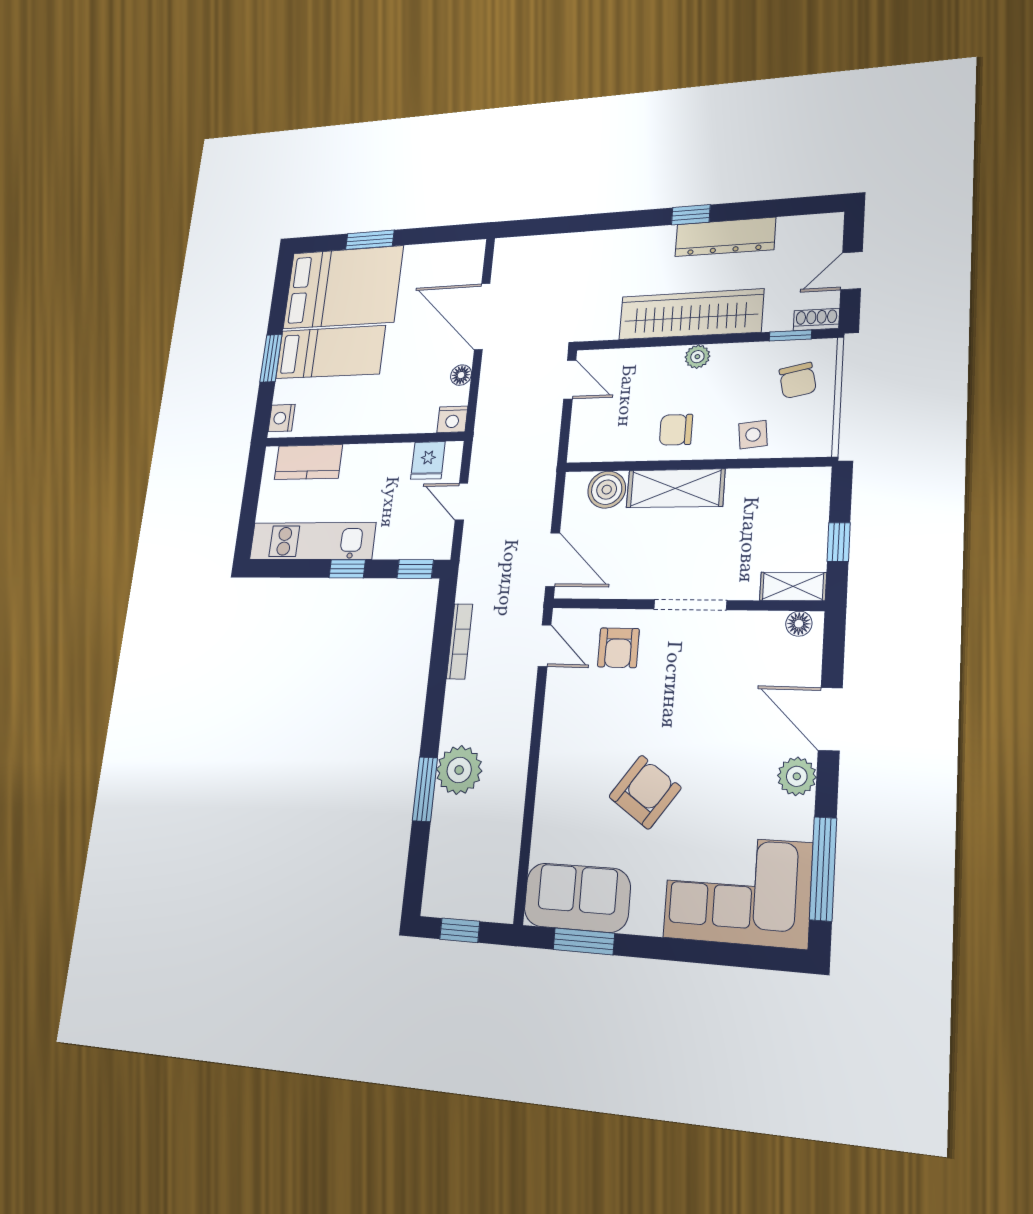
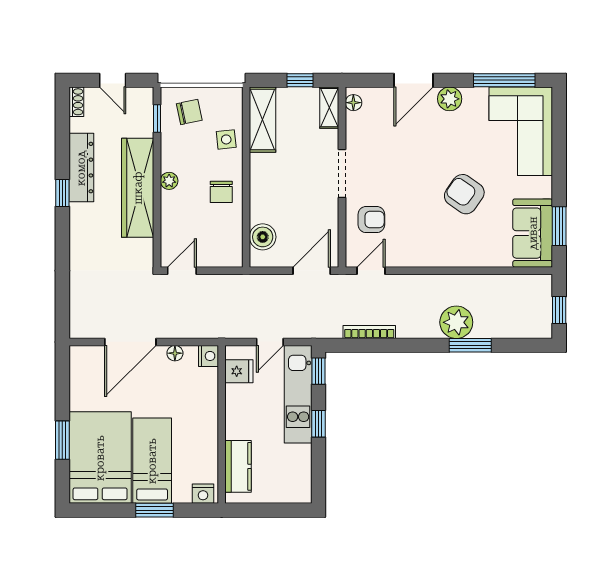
shoe rack: (816, 320) -> (76, 102), moved, turned 180
shelving: (675, 488) -> (263, 120), moved
kitchen unit: (312, 541) -> (298, 394), moved

